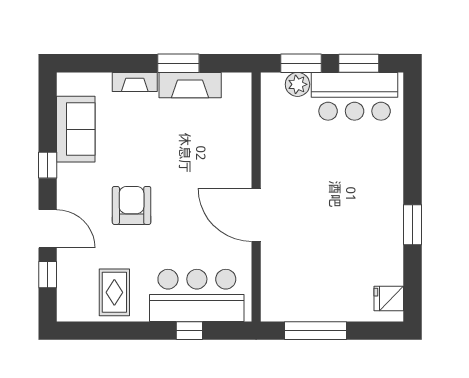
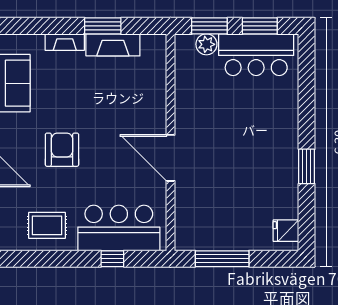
rug: (114, 292) -> (47, 225), turned 90

